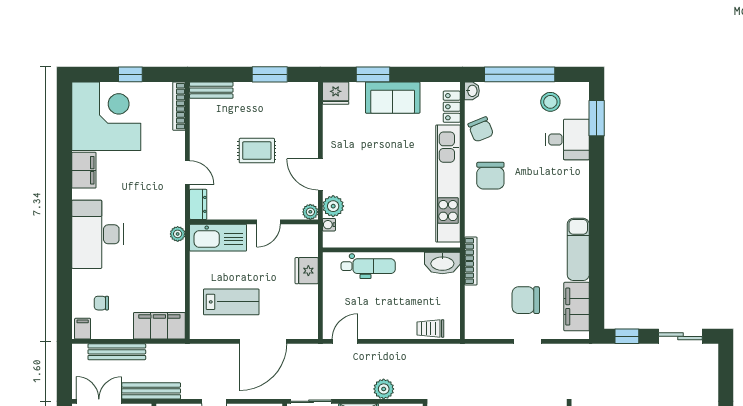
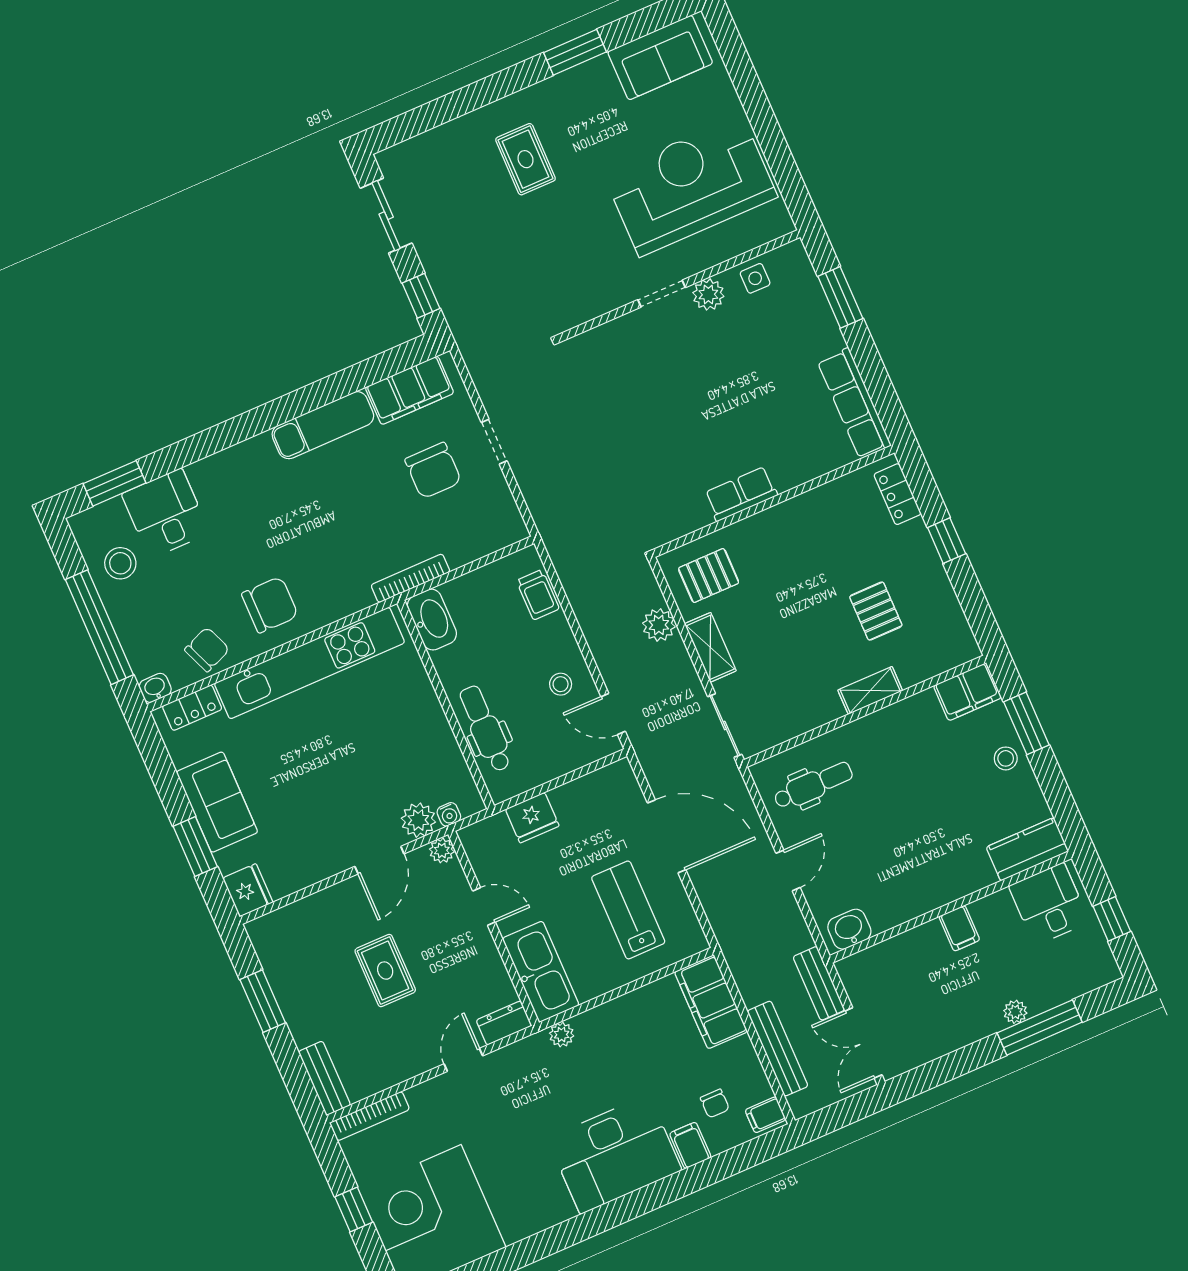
filing cabinet: (84, 170) -> (690, 1145), moved, width x0.50
stool: (375, 319) -> (561, 684), added
bench: (151, 391) -> (819, 983), width x0.73

